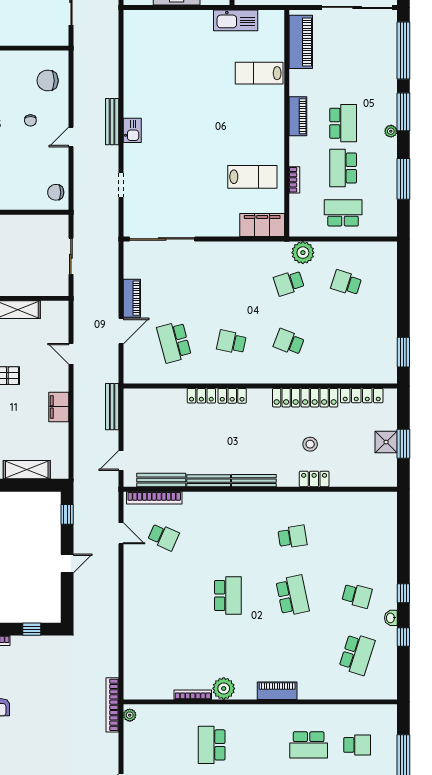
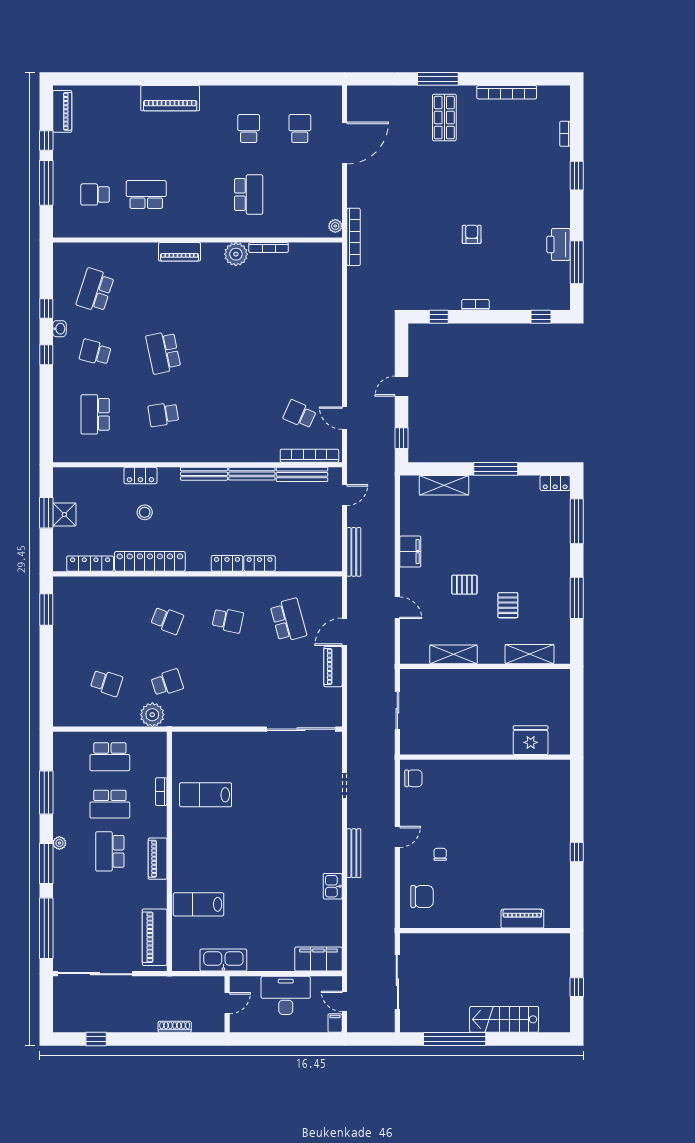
lab bench: (259, 73) -> (199, 904), turned 180
kitchen sink: (132, 130) -> (333, 886), moved
school desk: (343, 168) -> (110, 804), turned 90
filing cabinet: (262, 225) -> (318, 959), moved, turned 180
school desk: (228, 596) -> (95, 414), moved

